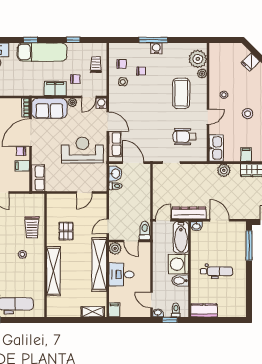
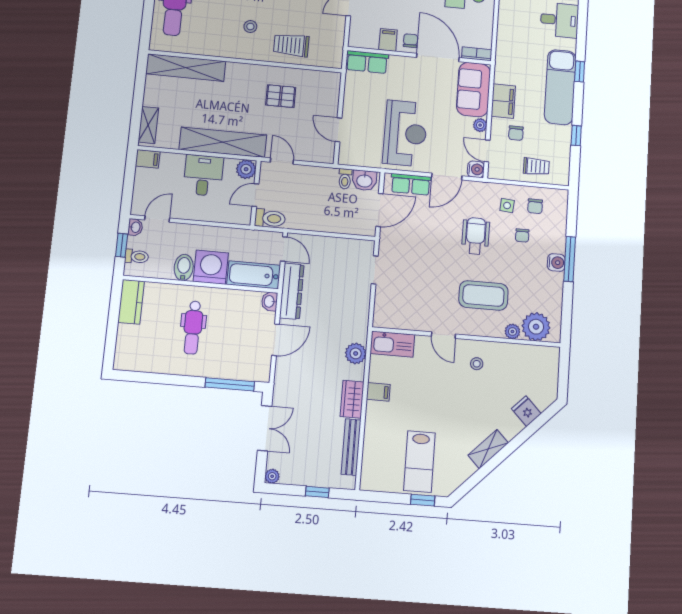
stool: (248, 114) -> (444, 400), removed
wheelchair: (185, 137) -> (476, 236), moved
shelving: (53, 271) -> (186, 68), moved

